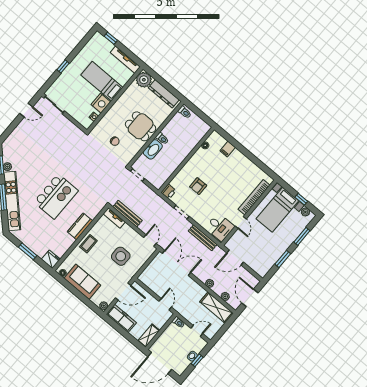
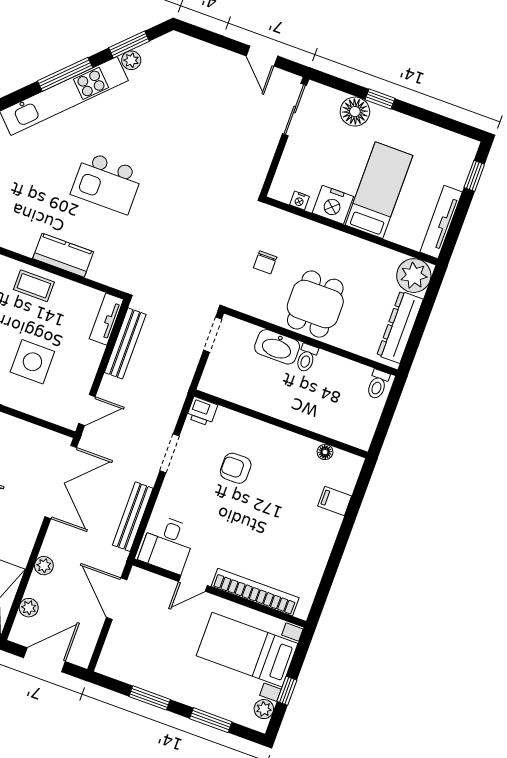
floor lamp: (65, 79) -> (355, 112), added
kitchen island: (56, 196) -> (107, 183), width x0.73, depth x0.78

